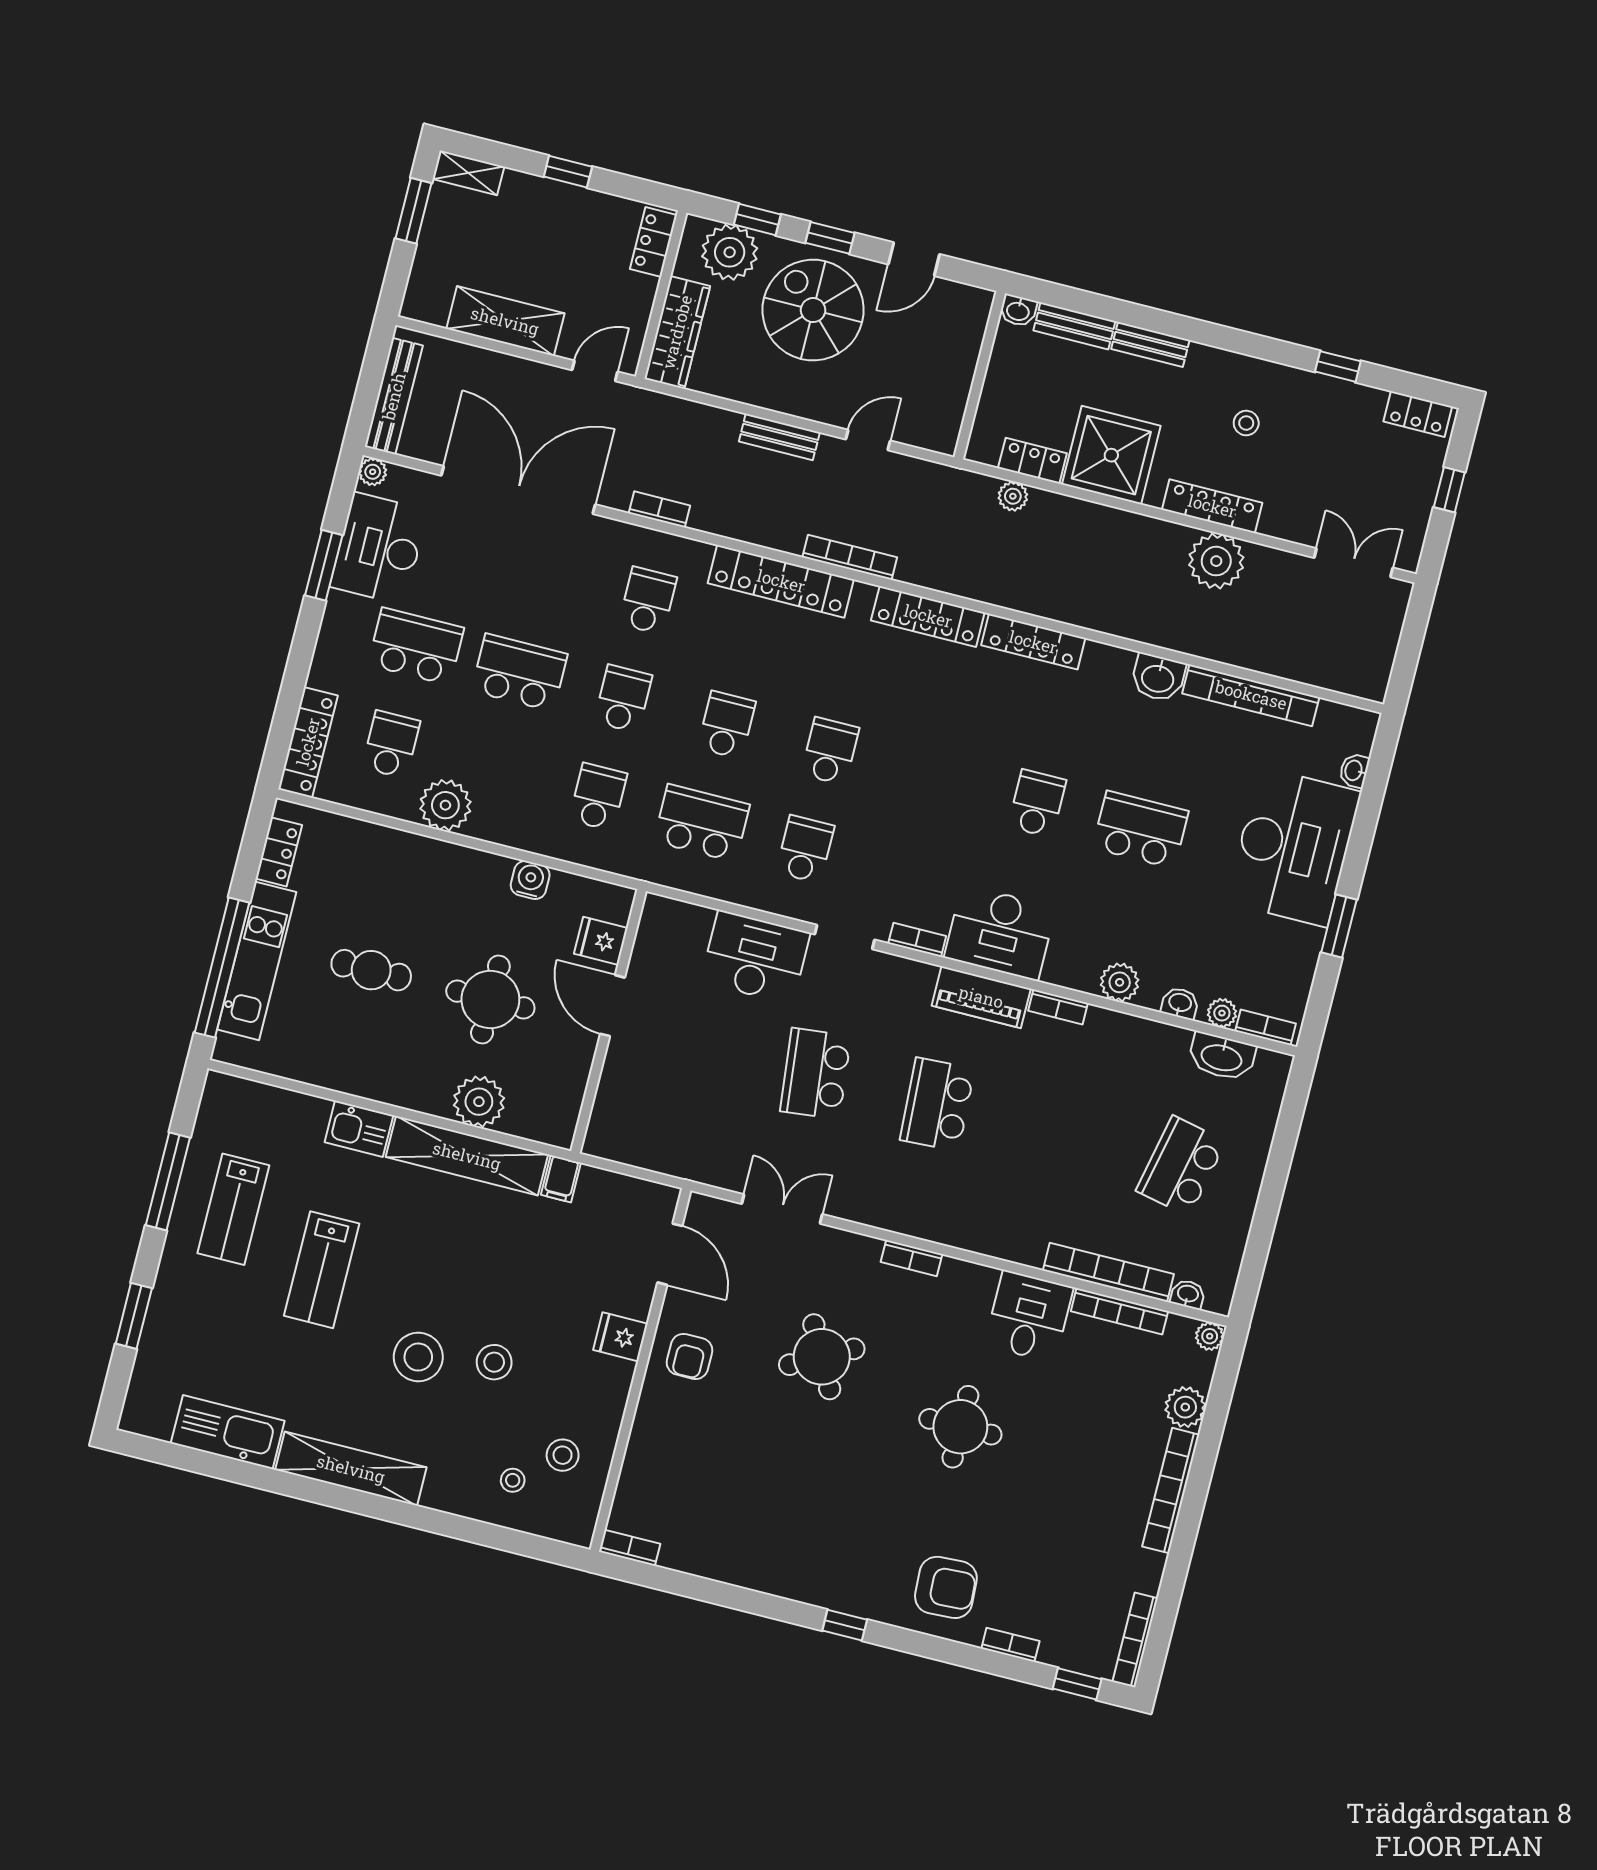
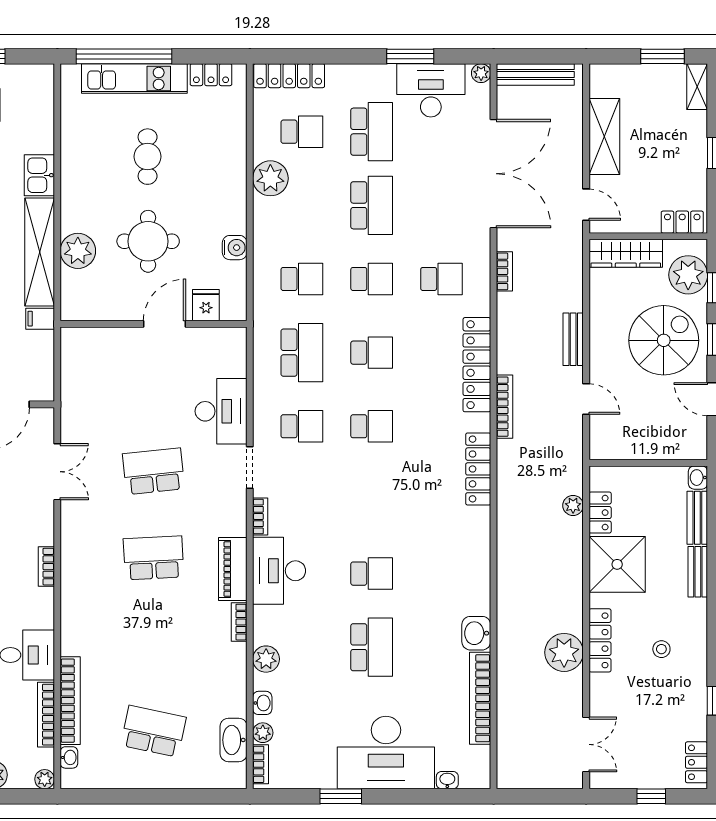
locker: (1033, 642) -> (479, 544), removed

